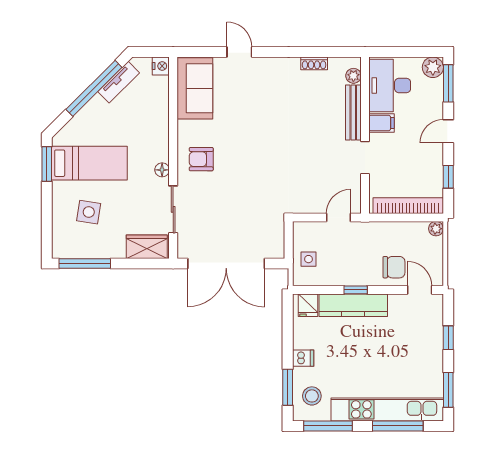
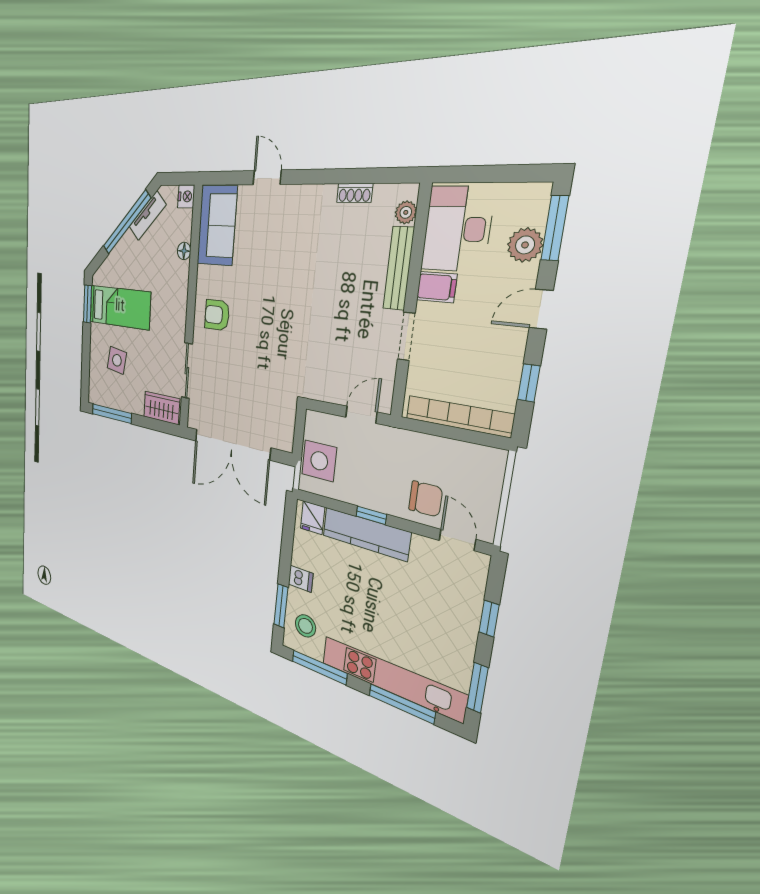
plant: (433, 67) -> (525, 245), moved
floor lamp: (162, 170) -> (184, 251), moved
plant: (436, 229) -> (496, 459), removed
side table: (309, 259) -> (319, 461), width x1.87, depth x1.87

